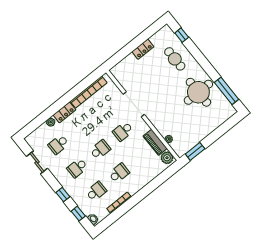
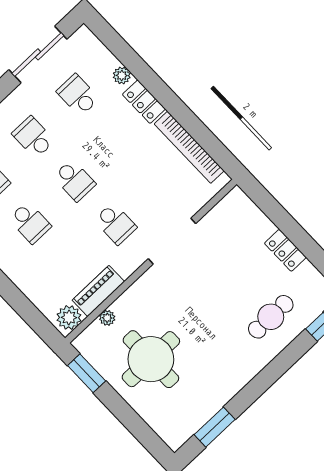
window: (226, 91) -> (215, 427), width x0.69
round table: (198, 92) -> (151, 359), moved
school desk: (123, 131) -> (115, 224), turned 180
sliding door: (37, 162) -> (38, 54), width x1.37

